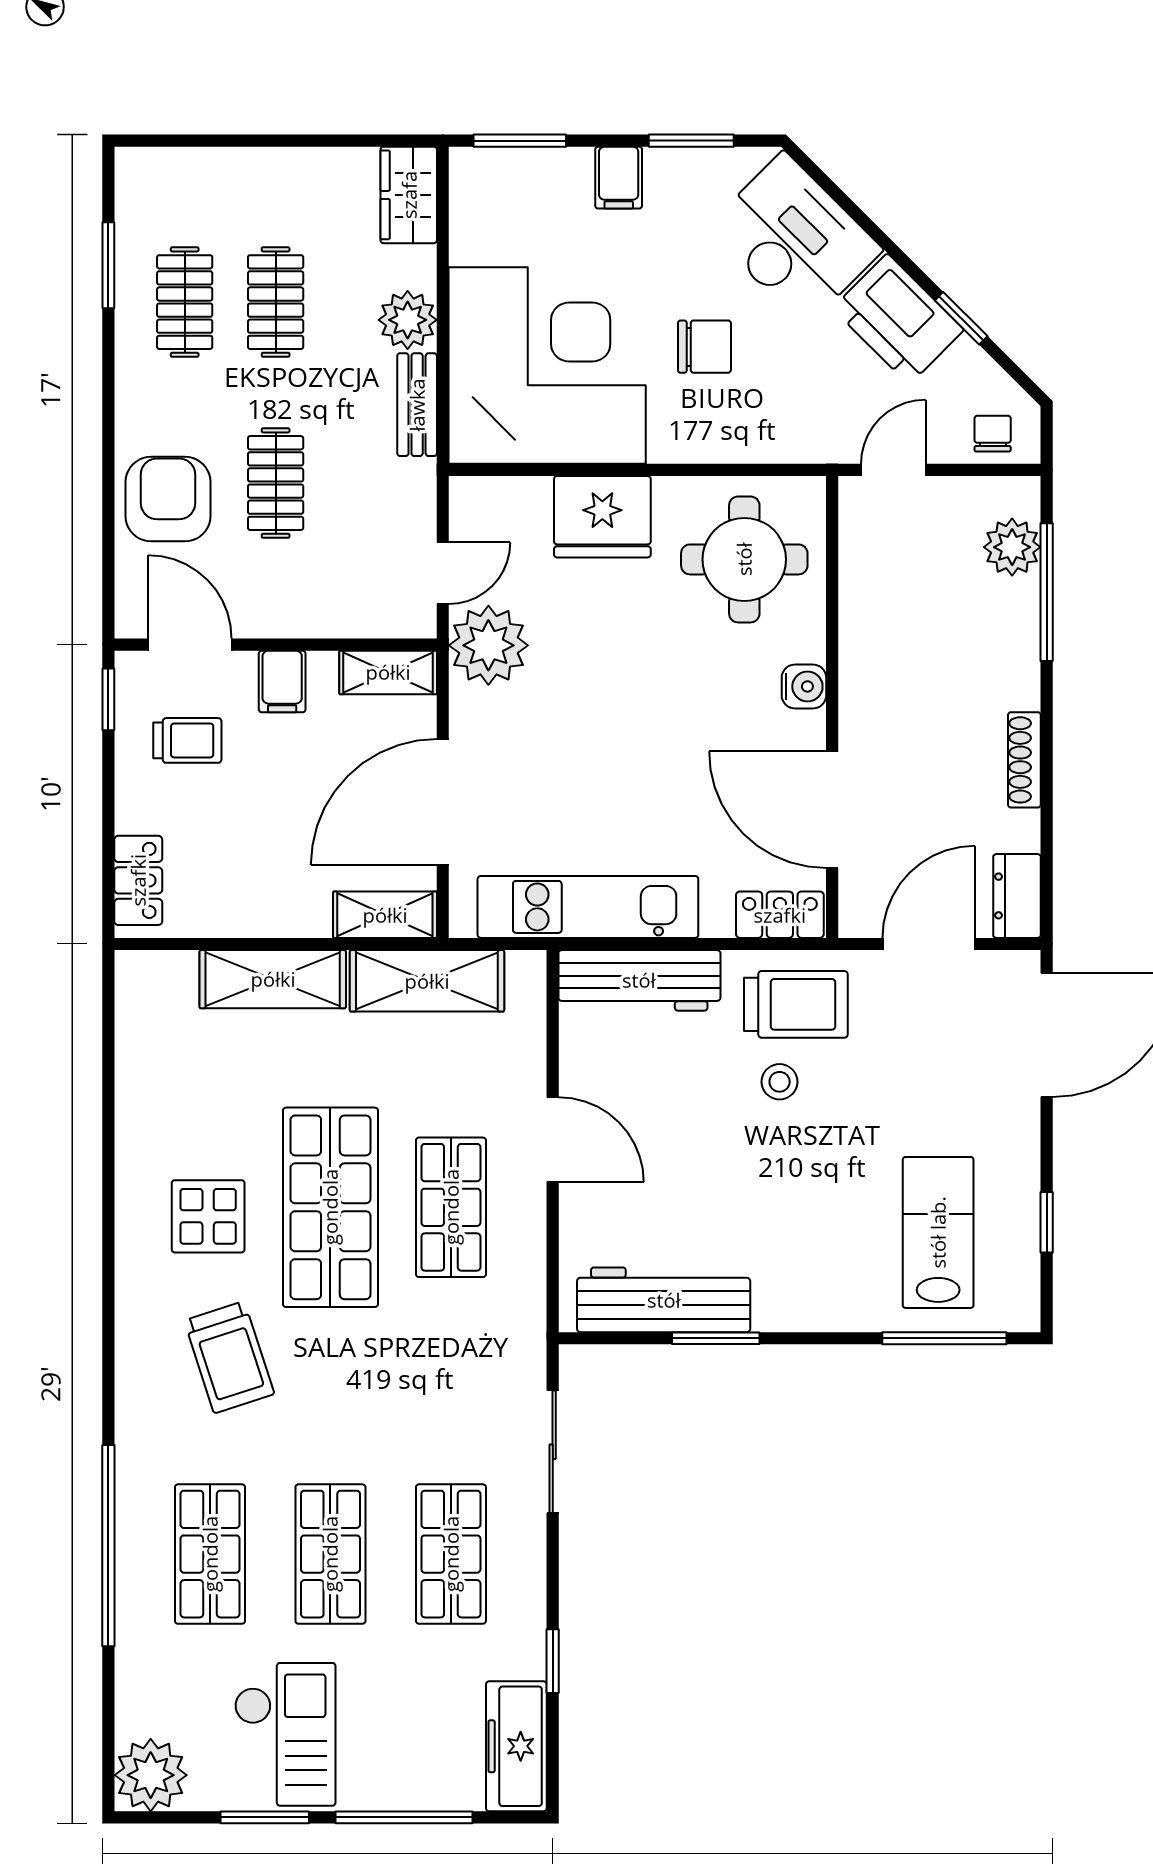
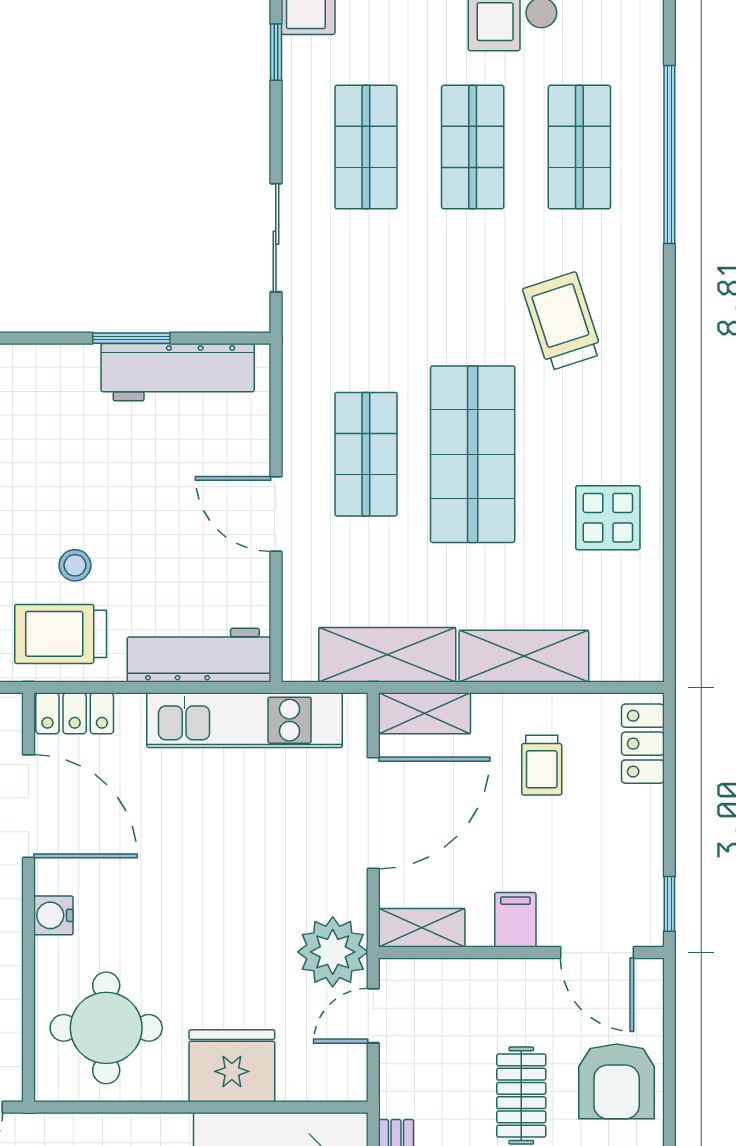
trolley: (187, 740) -> (542, 765), moved, turned -90
display table: (208, 1216) -> (608, 518), moved

